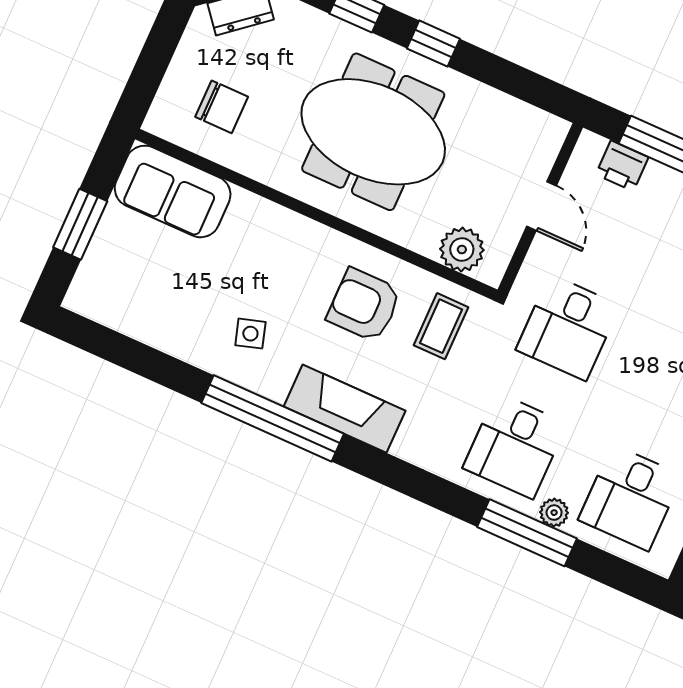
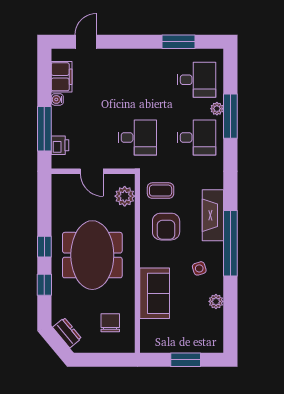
sofa: (173, 191) -> (155, 293), moved
door: (542, 206) -> (92, 171), swing flipped
plant: (169, 337) -> (216, 301), added

